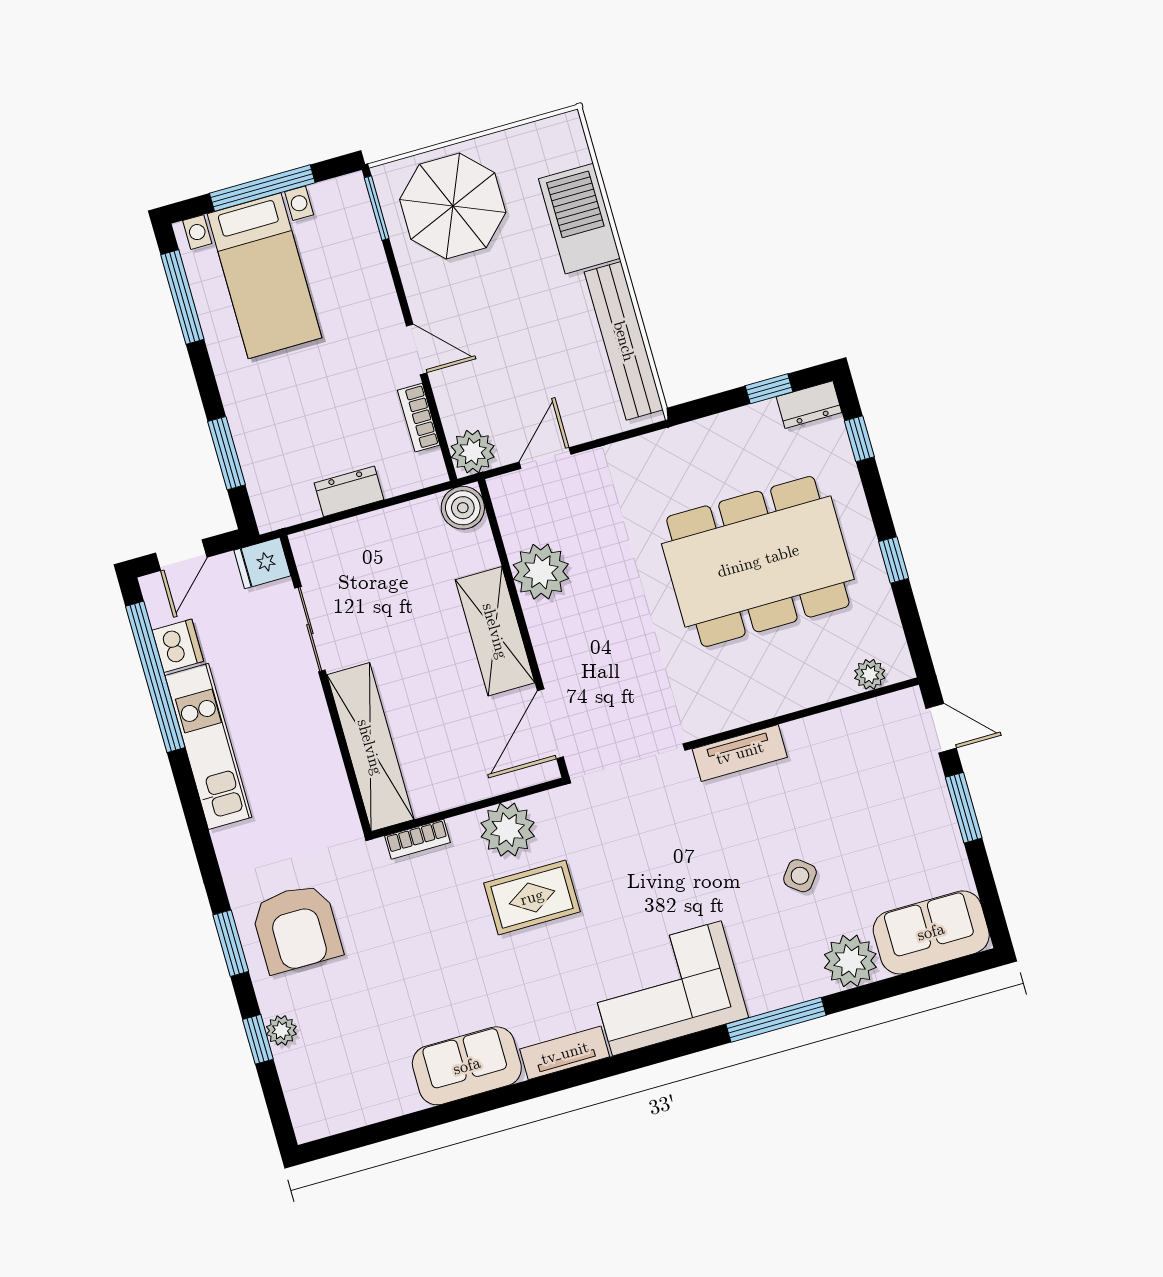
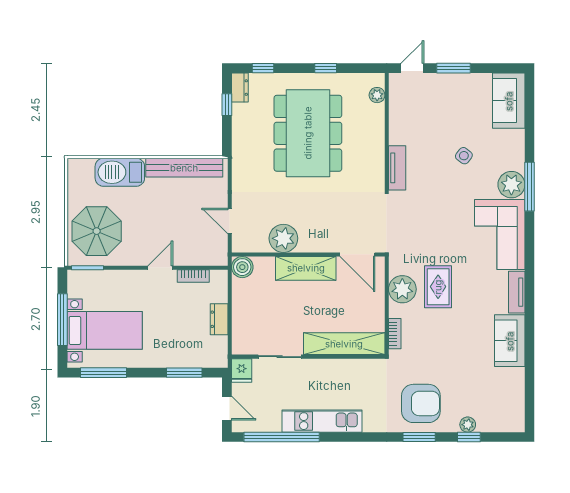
plant: (473, 452) -> (217, 255), removed
dishwasher: (178, 646) -> (270, 422), removed
plant: (850, 961) -> (511, 185), moved

